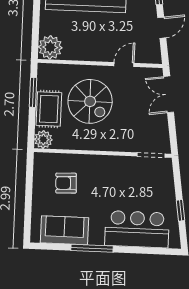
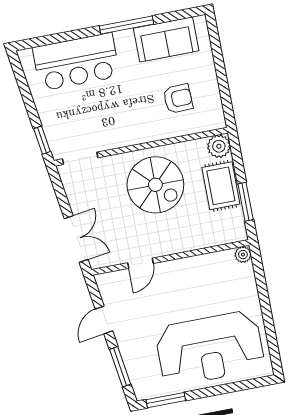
plant: (50, 47) -> (243, 255), width x0.53, depth x0.53
spiral stairs: (90, 101) -> (155, 185), moved, turned 180
window: (180, 210) -> (42, 140), moved

